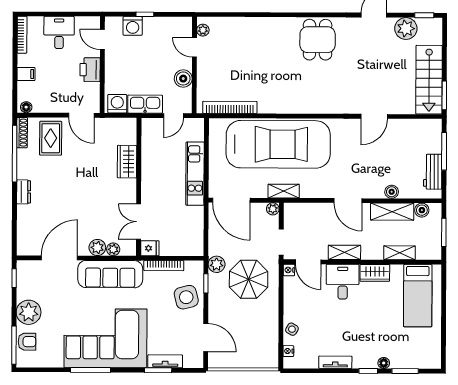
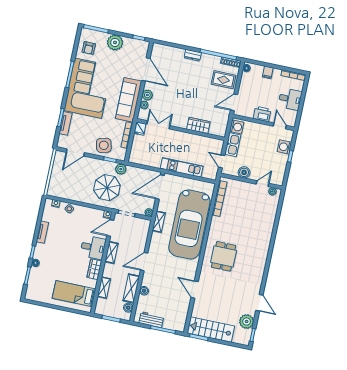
door: (102, 40) -> (280, 126), hinge flipped
dining table: (318, 40) -> (224, 256), moved, turned 90
armchair: (27, 342) -> (89, 48), moved

